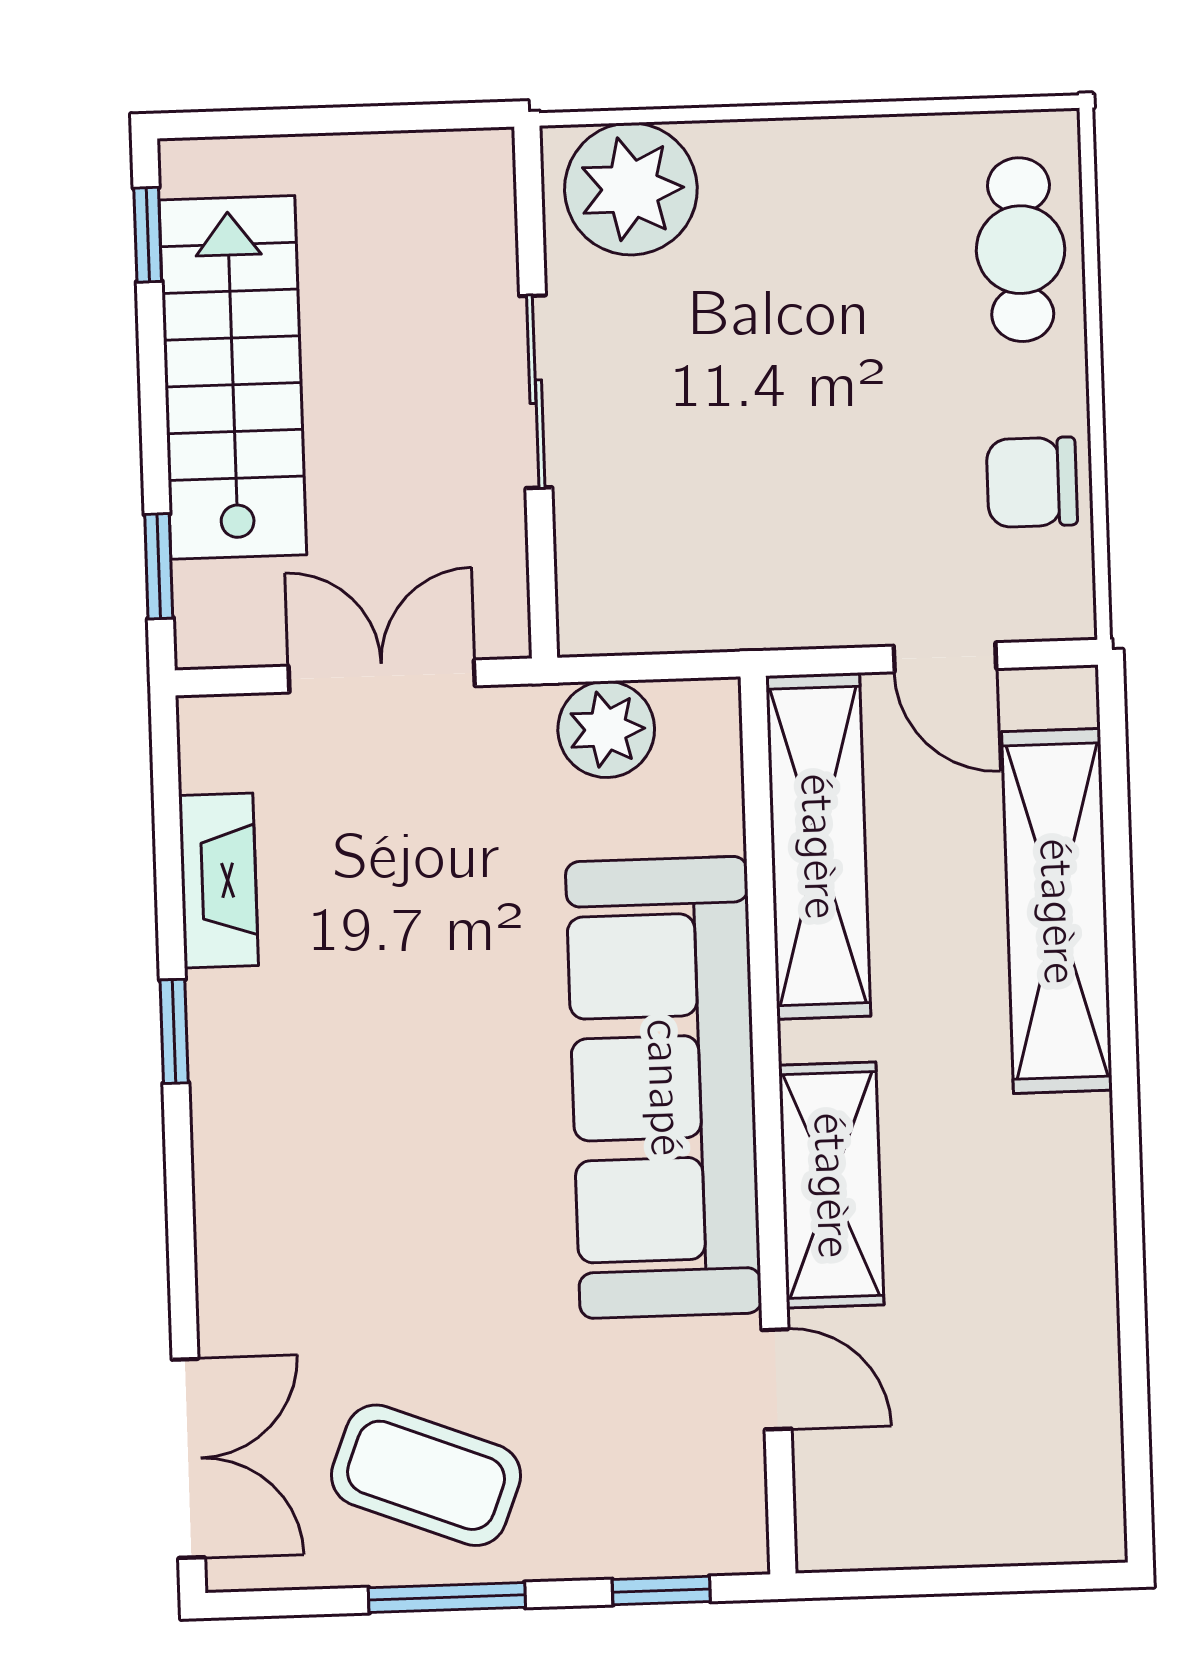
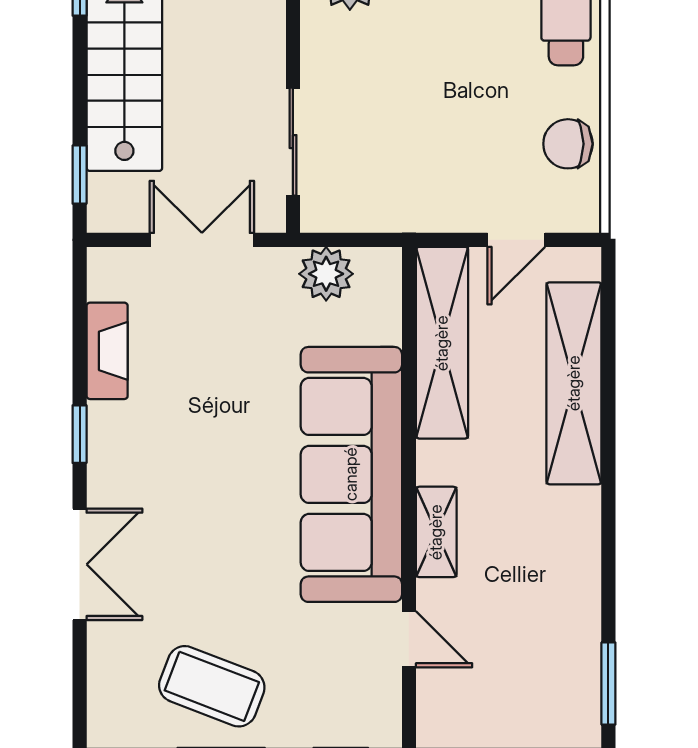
sliding door: (536, 392) -> (293, 142), moved
door: (945, 657) -> (516, 240), hinge flipped
shelving: (831, 1185) -> (436, 532), width x0.67, depth x0.75
window: (1137, 1447) -> (608, 683), added
double door: (188, 1458) -> (80, 564), moved

